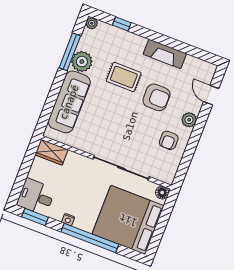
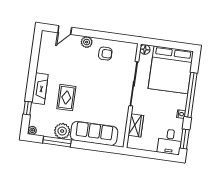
fireplace: (165, 54) -> (40, 89), moved
armchair: (156, 97) -> (76, 70), removed
wardrobe: (52, 152) -> (136, 125), moved

